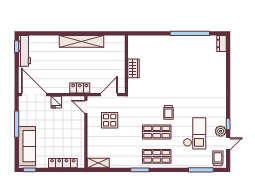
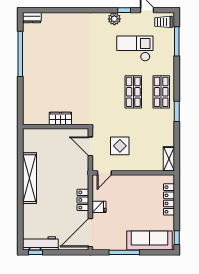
locker: (80, 88) -> (83, 200), moved
trolley: (168, 112) -> (111, 79), removed
plant: (221, 131) -> (114, 19), moved

